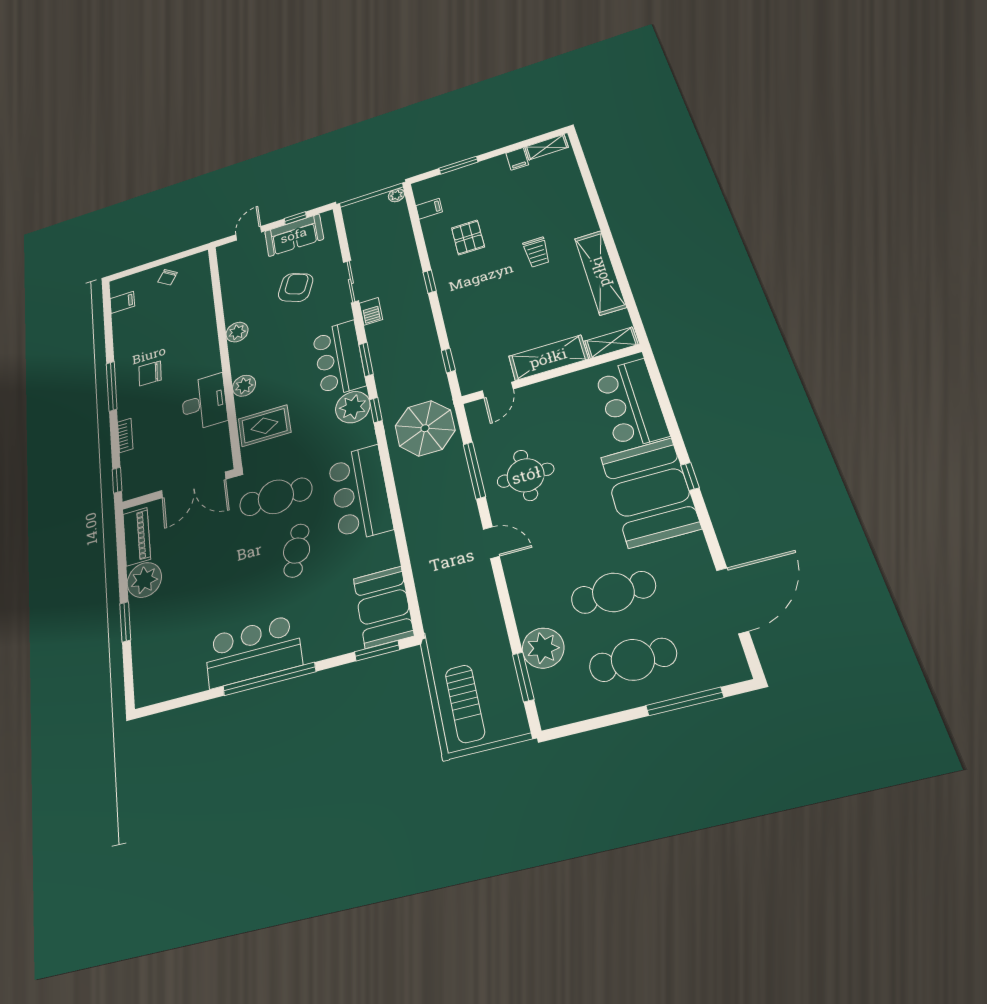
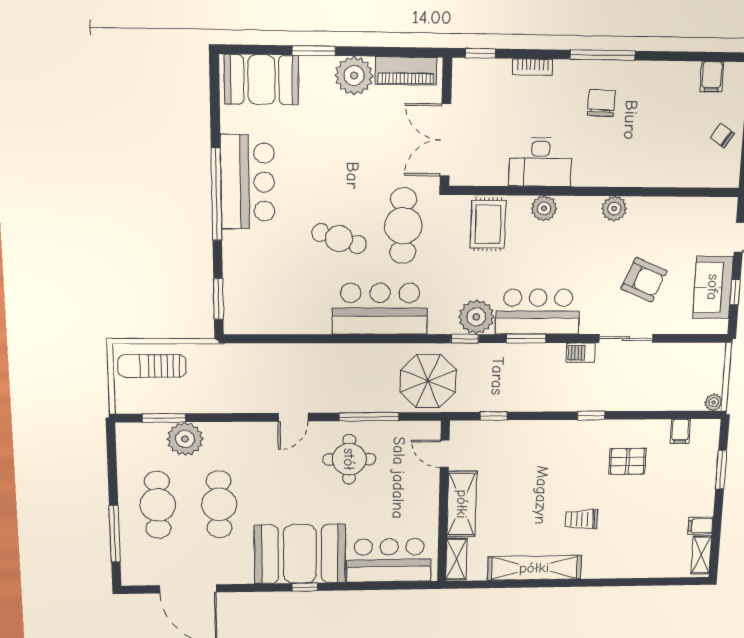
booth: (383, 607) -> (261, 80), moved

